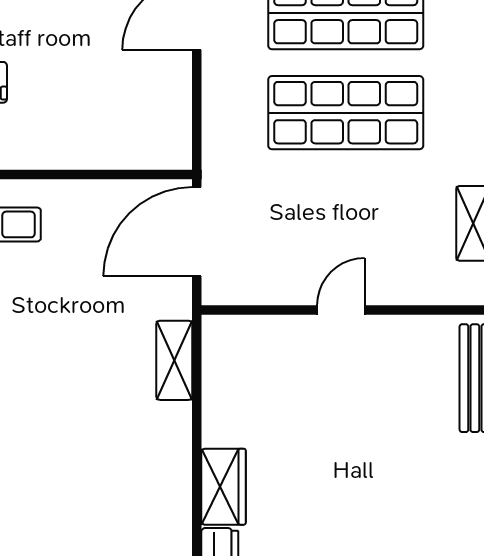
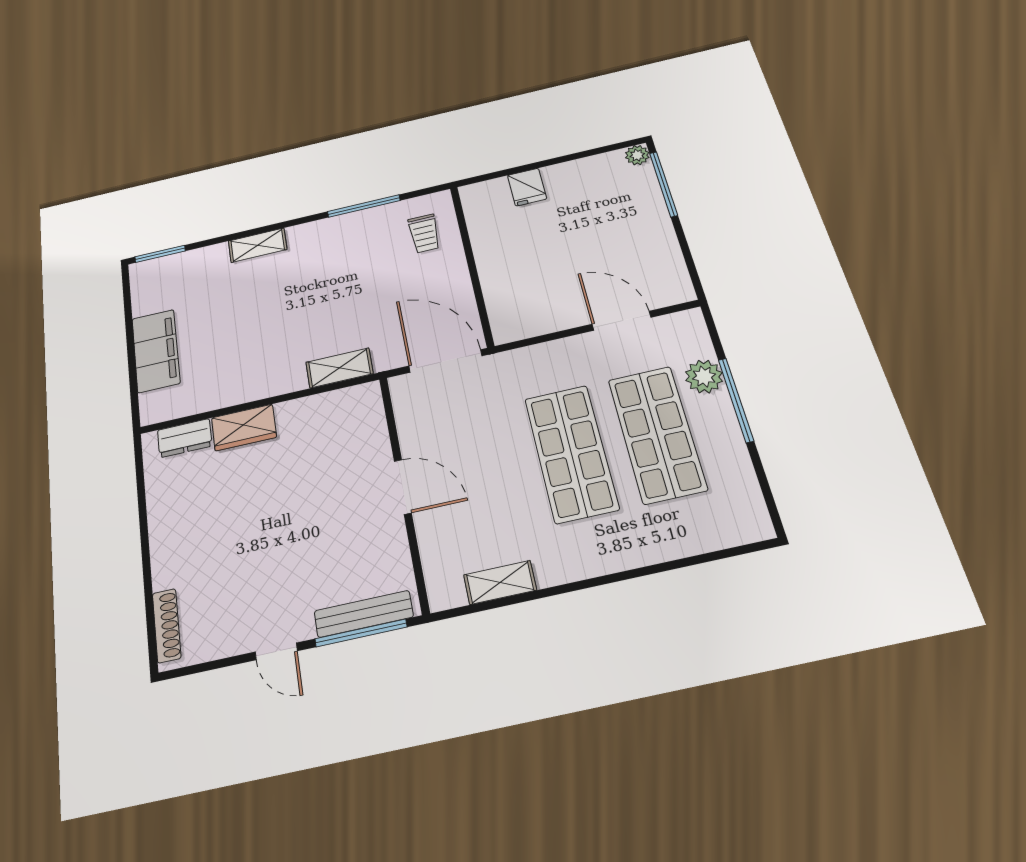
door: (341, 310) -> (403, 487), width x1.38

